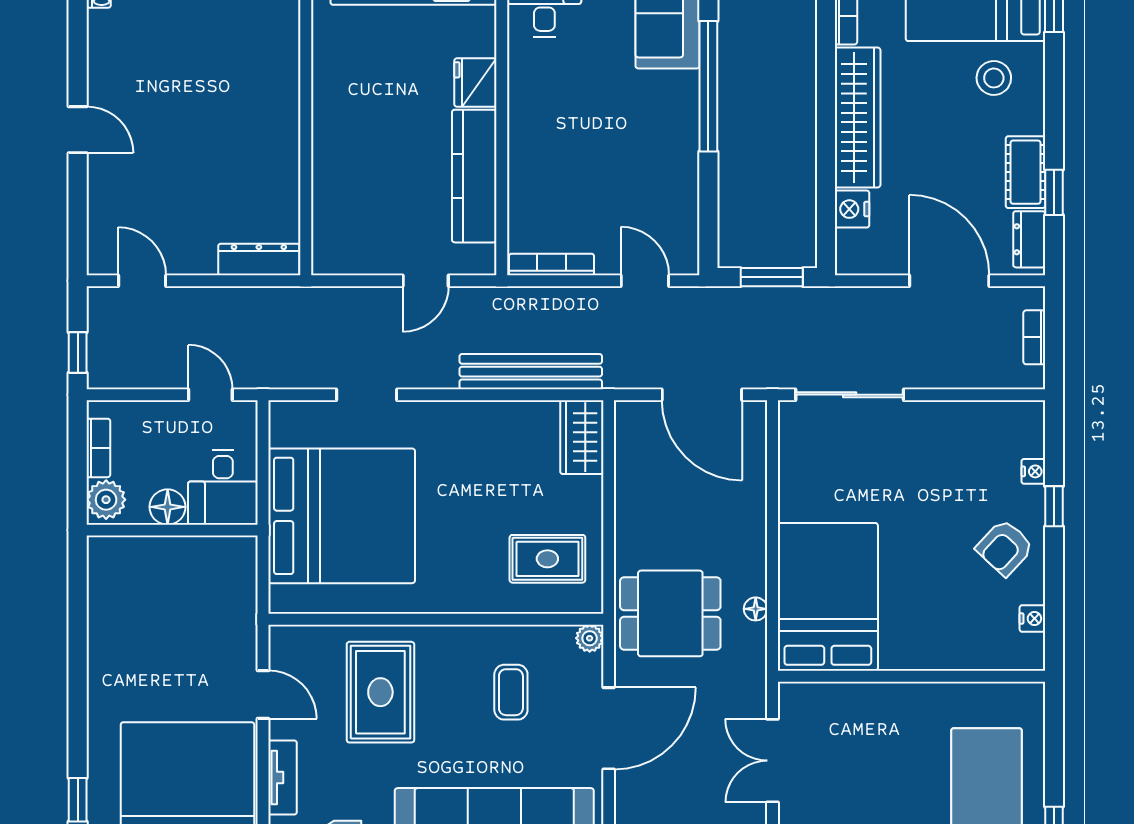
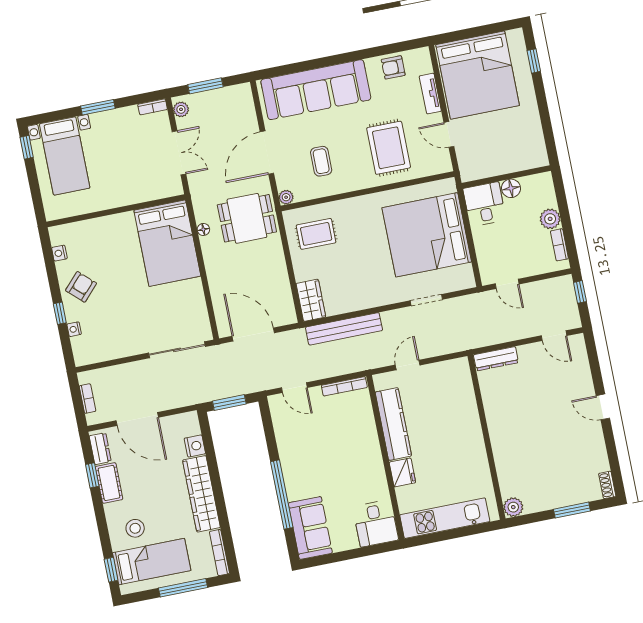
desk: (223, 487) -> (484, 204), moved
floor lamp: (168, 507) -> (511, 188), moved
wall: (172, 530) -> (506, 177), moved

